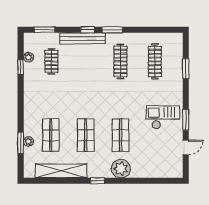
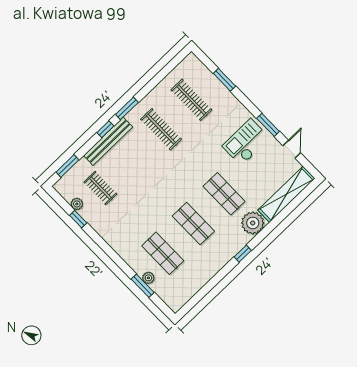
shelving: (61, 171) -> (286, 194), moved

